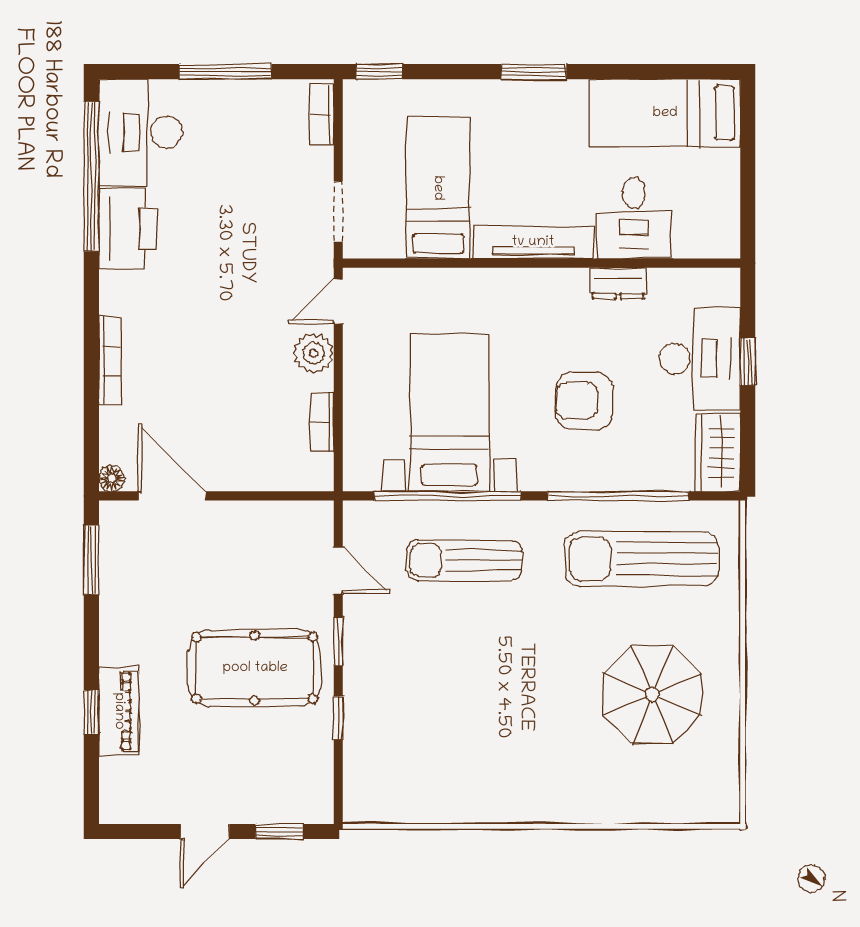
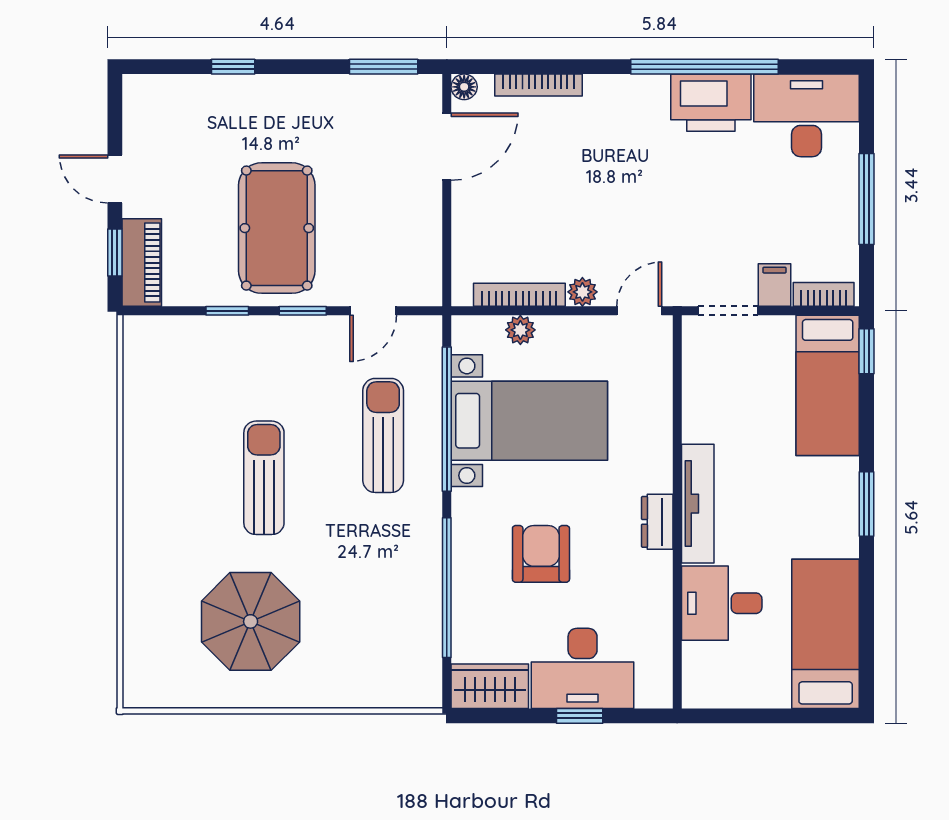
filing cabinet: (312, 165) -> (774, 285), added
window: (91, 176) -> (705, 67), moved
bed: (438, 188) -> (828, 385), moved, turned 90
dresser: (618, 283) -> (657, 522), moved
door: (338, 301) -> (639, 311), hinge flipped
plant: (314, 353) -> (582, 292), width x0.73, depth x0.73
bookcase: (110, 361) -> (539, 85), moved
plant: (358, 422) -> (520, 330), added
bookcase: (322, 423) -> (519, 295), width x1.56
sun lounger: (641, 559) -> (264, 478), moved, width x0.73, depth x0.75
piano: (119, 711) -> (142, 263), moved, turned -90

